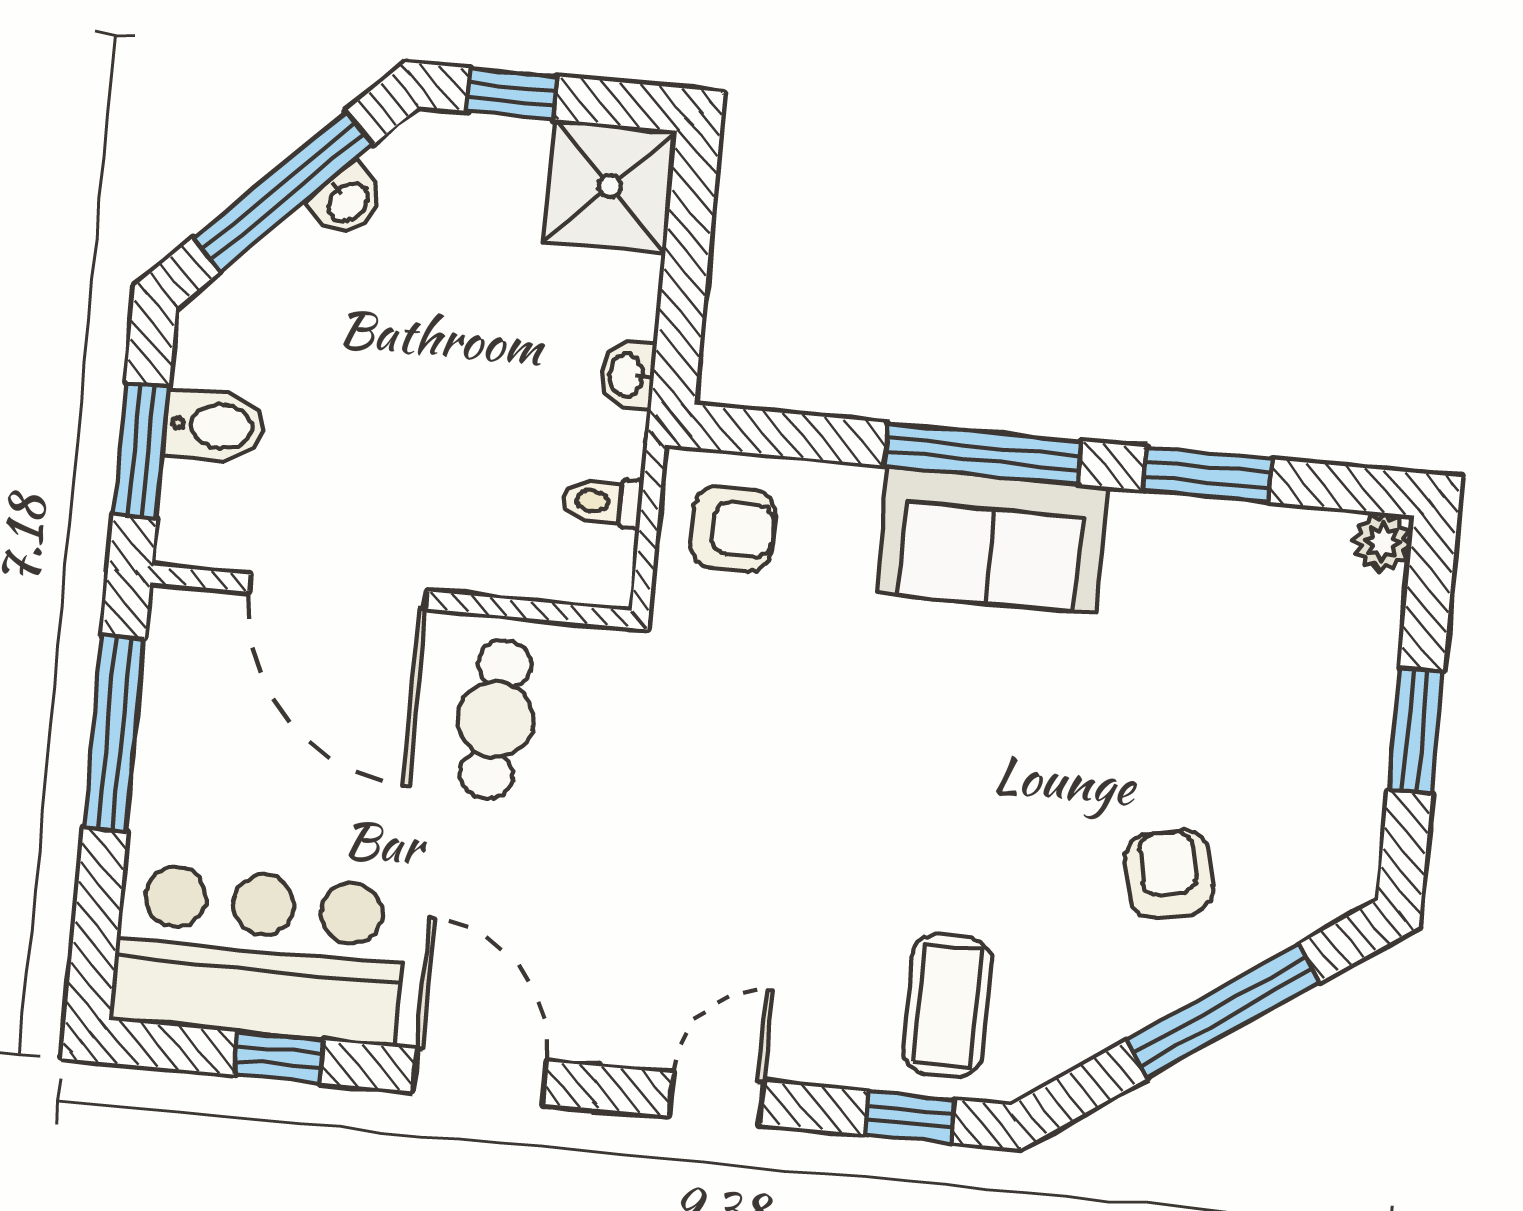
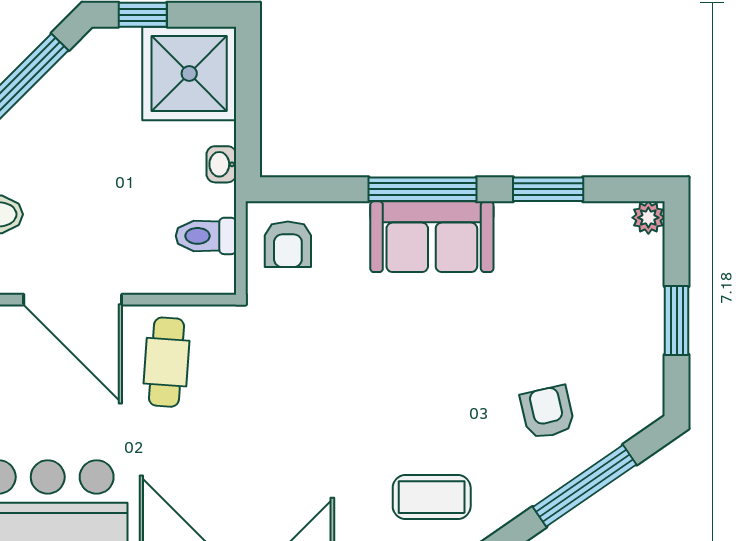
shower: (610, 186) -> (189, 74), width x1.37, depth x1.37
washbasin: (347, 201) -> (57, 83), removed
toilet: (603, 502) -> (206, 236), width x1.37, depth x1.39
armchair: (733, 529) -> (288, 244), turned 90
coffee table: (947, 1006) -> (432, 497), turned 90

